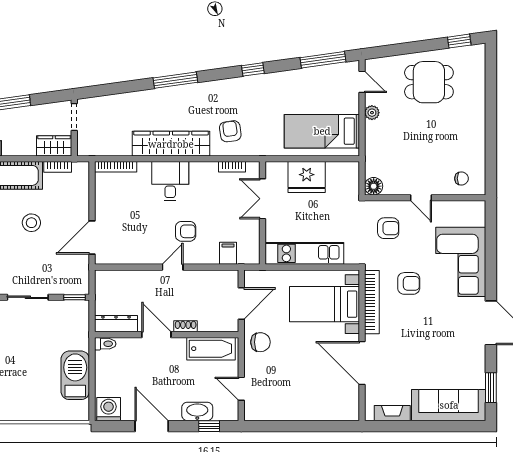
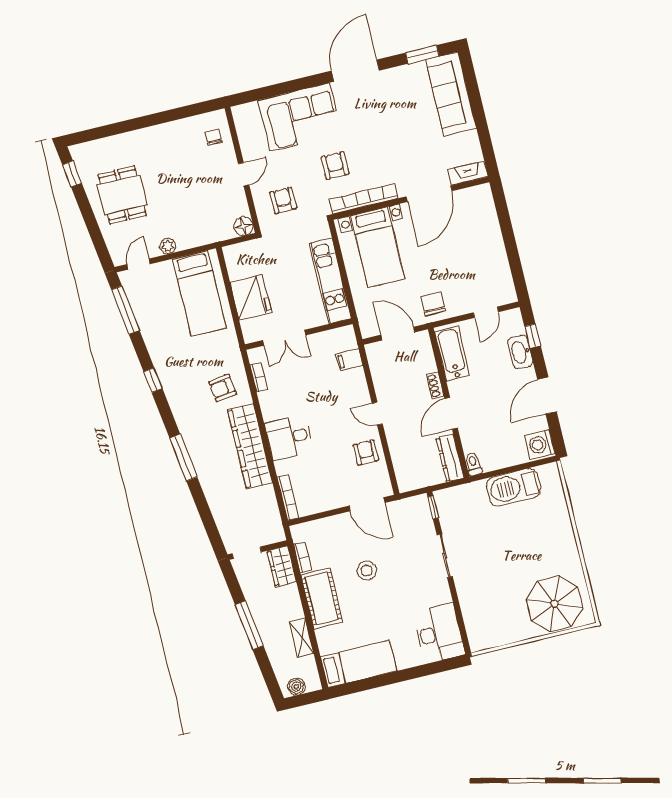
armchair: (186, 231) -> (366, 453), moved
fireplace: (392, 413) -> (468, 173), moved, turned 90

